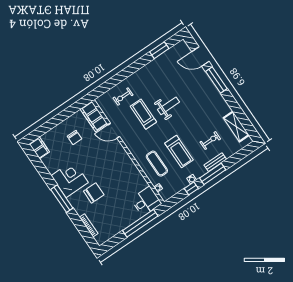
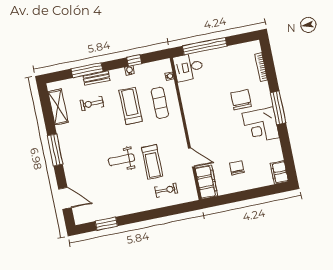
window: (216, 80) -> (55, 150), moved
window: (213, 174) -> (87, 70), moved
chair: (94, 193) -> (241, 100), turned 90

